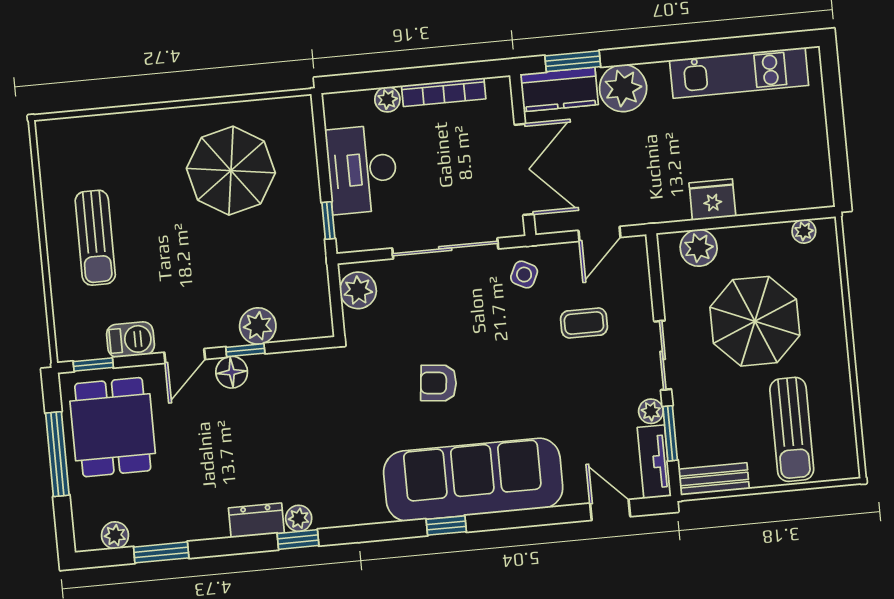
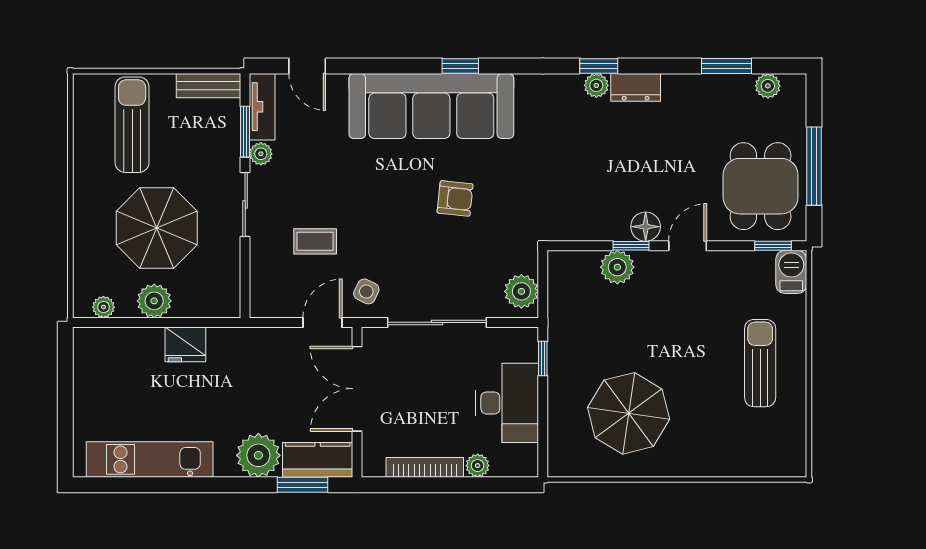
door: (599, 234) -> (322, 322), moved
plant: (699, 248) -> (154, 301), moved
barbecue: (130, 340) -> (791, 272), moved, turned 90

